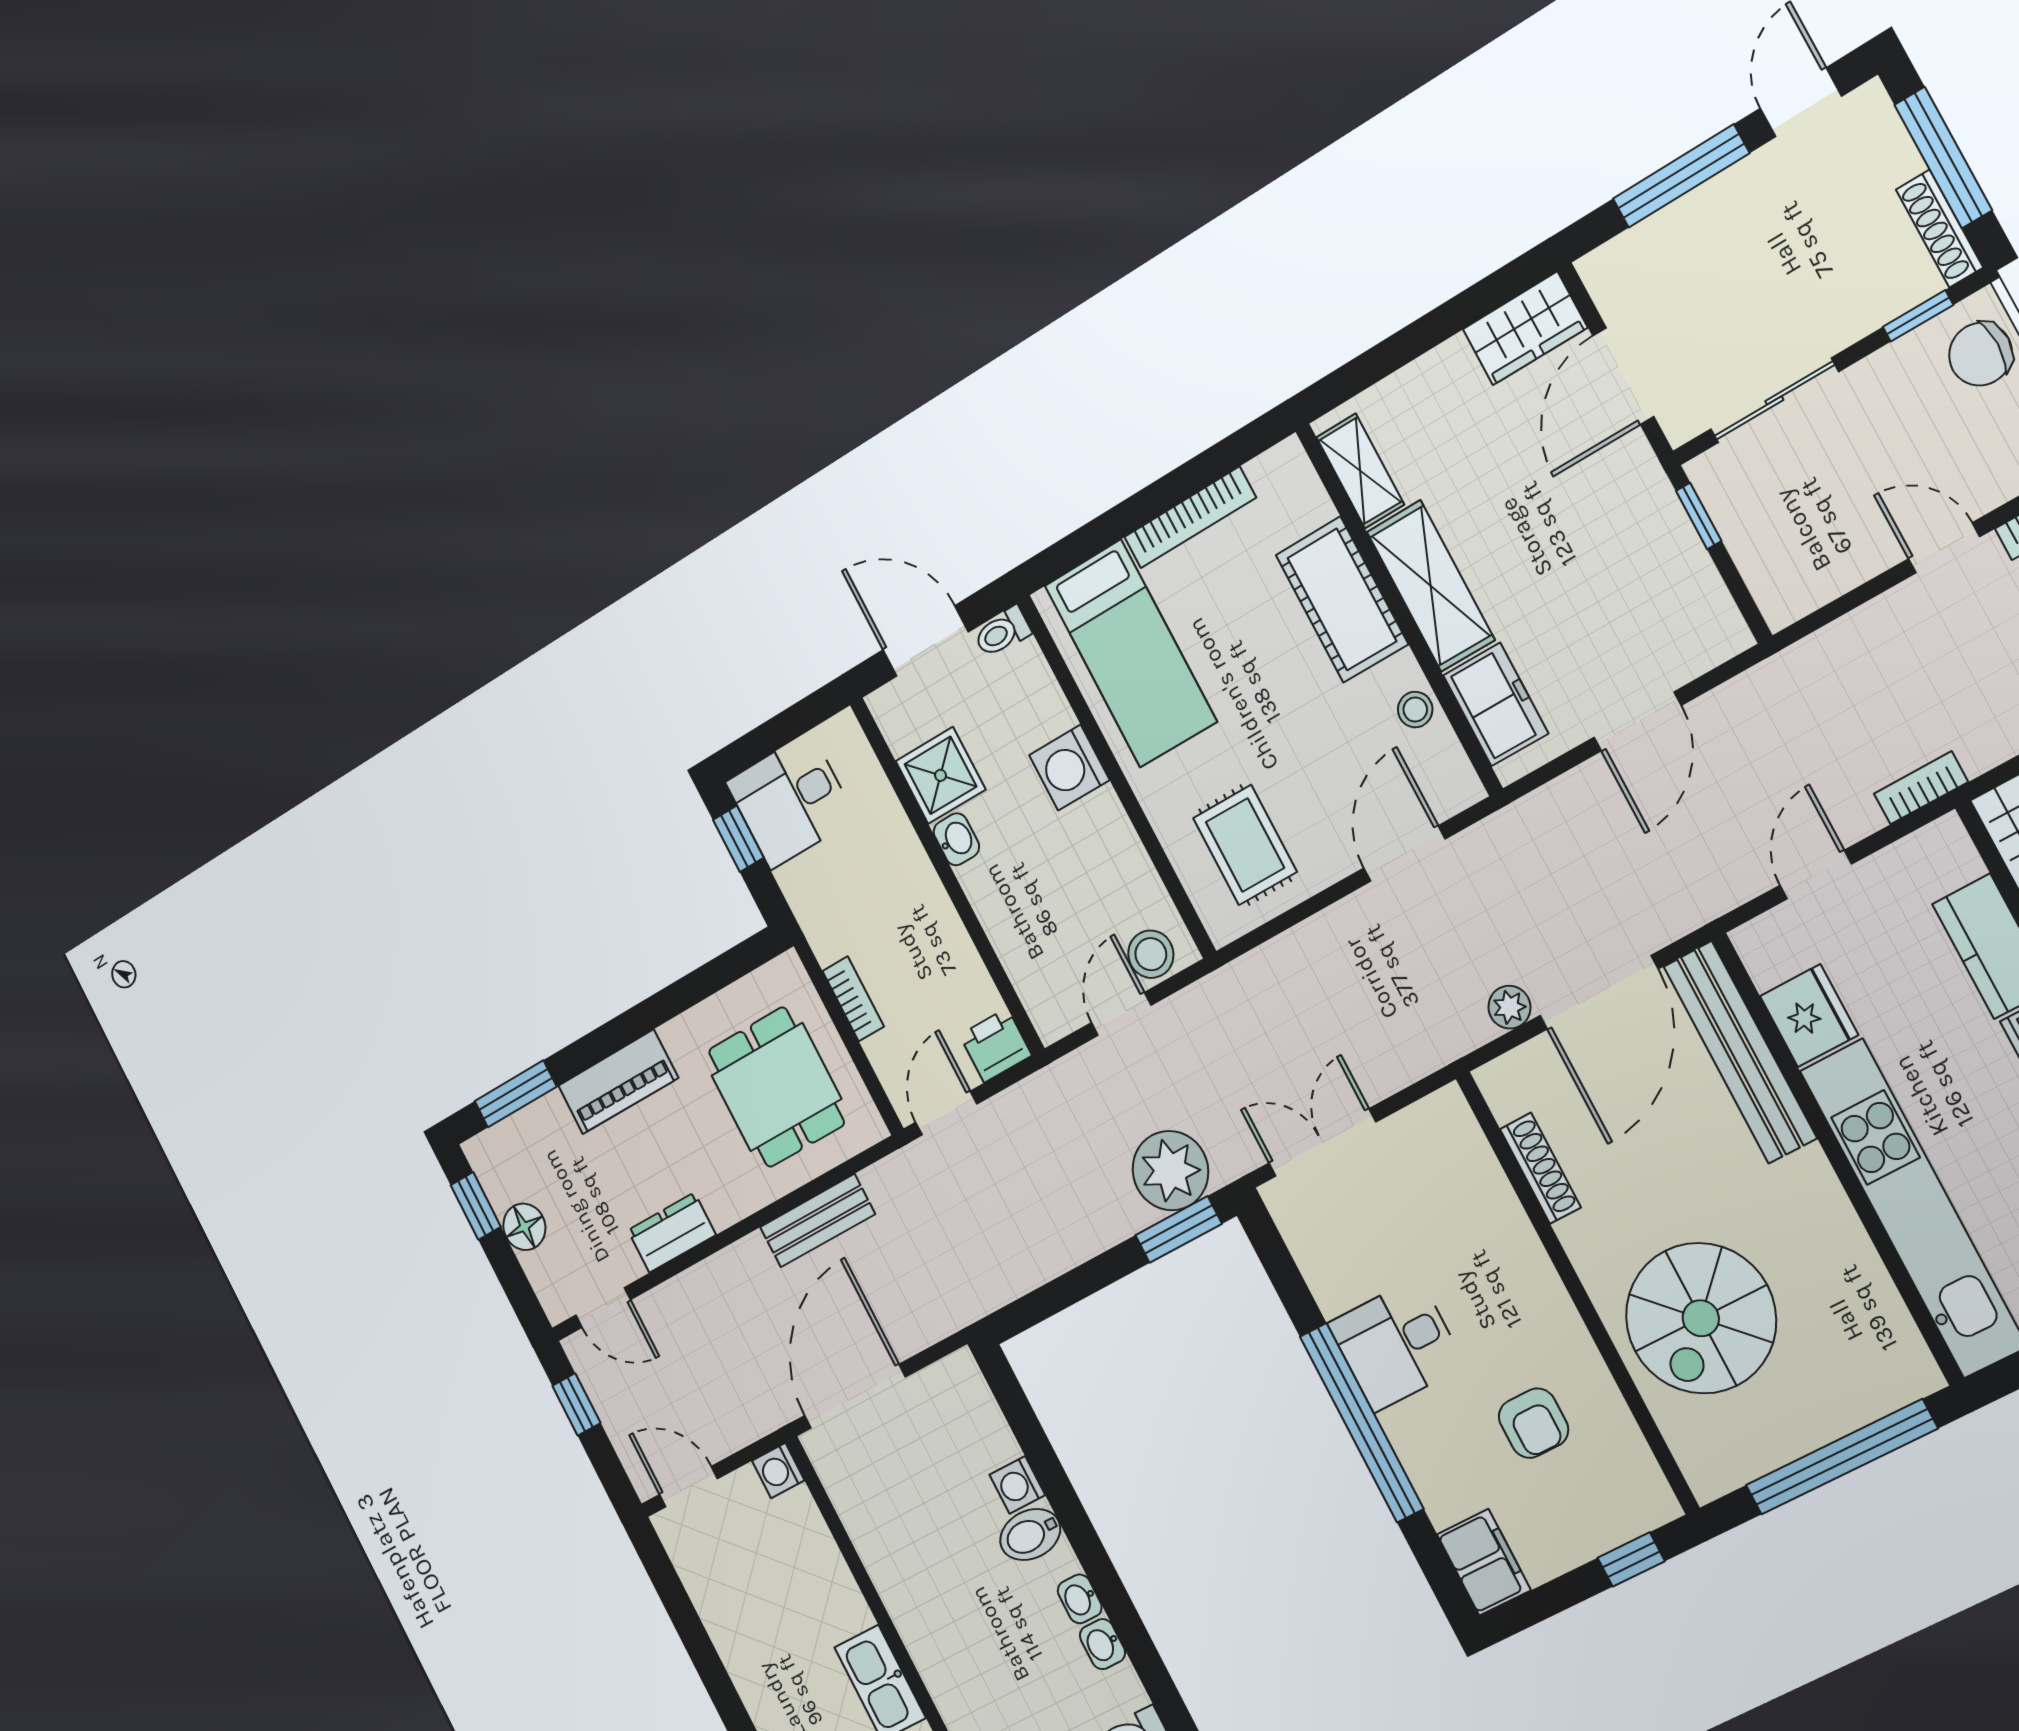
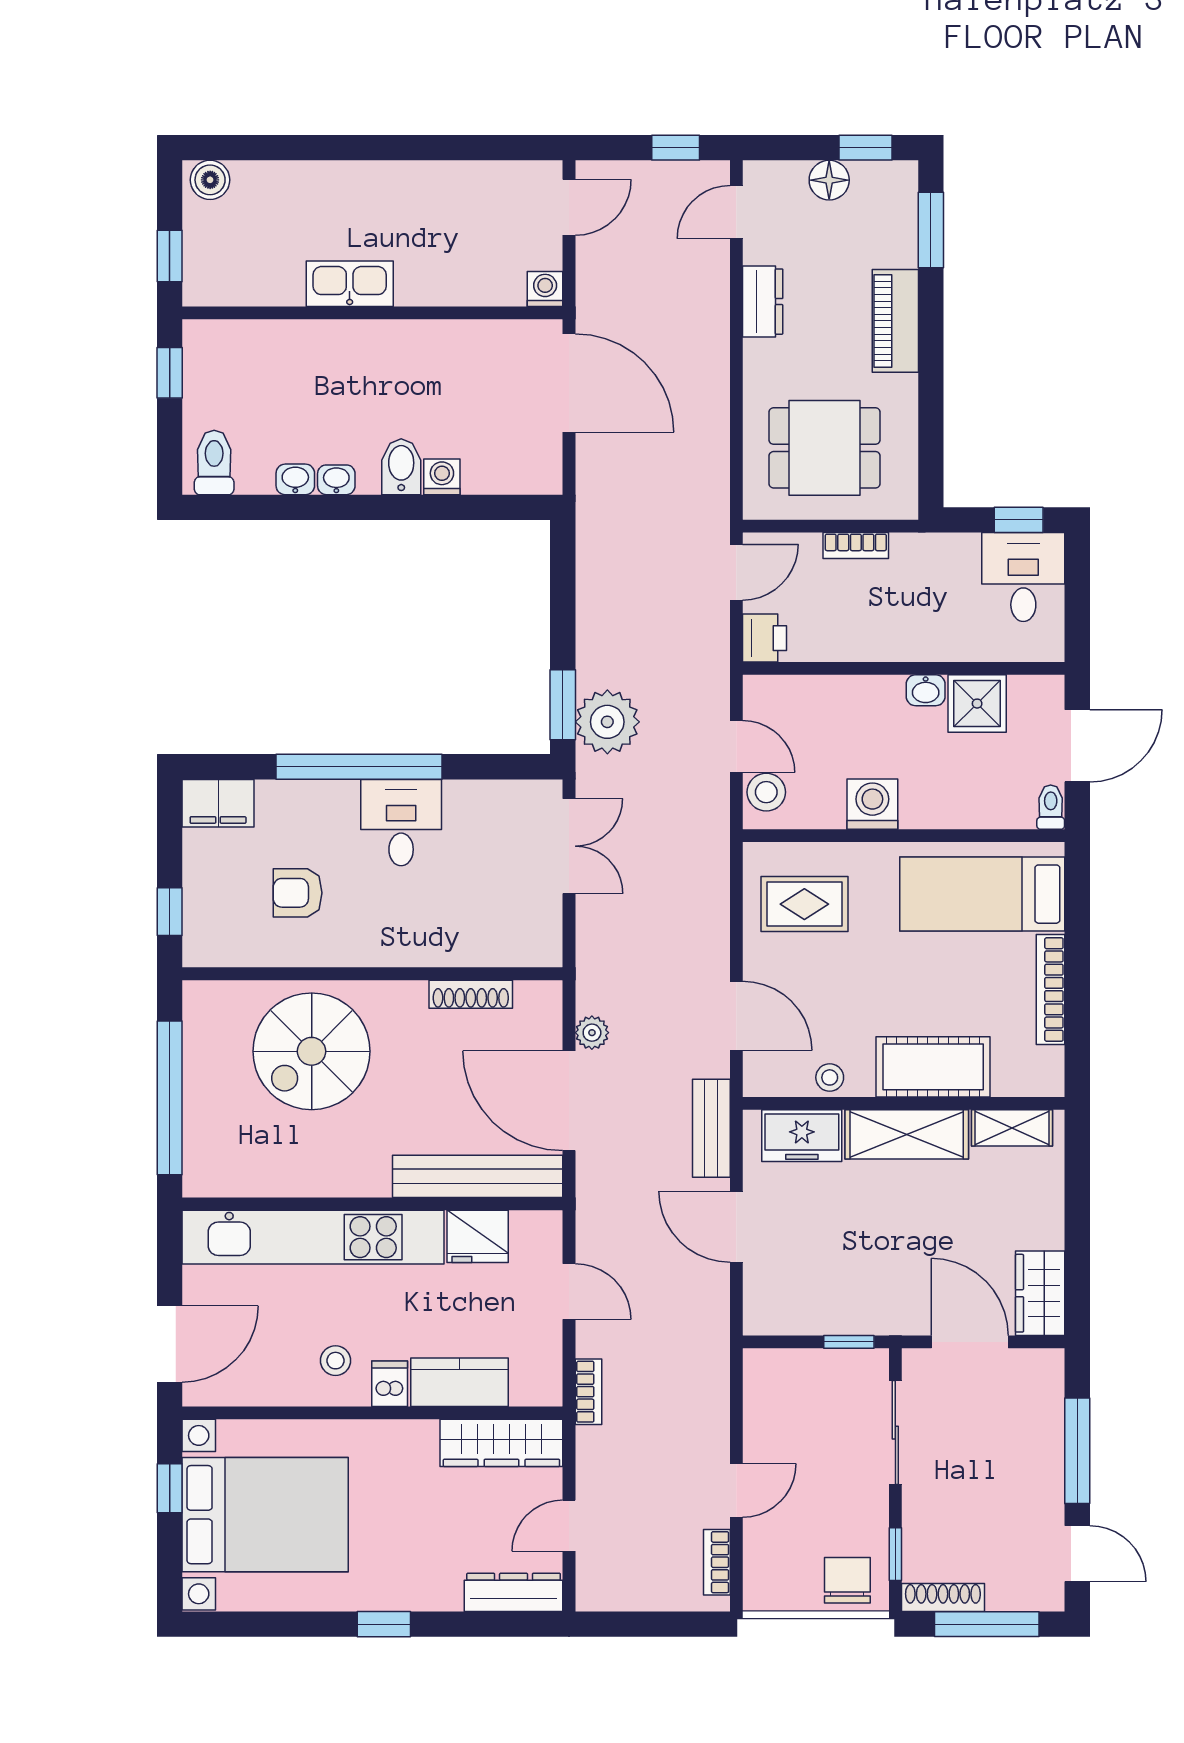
washing machine: (1069, 768) -> (872, 804), moved
door: (946, 1113) -> (736, 572), hinge flipped
bench: (817, 1221) -> (711, 1128), moved
spiral stairs: (1701, 1318) -> (312, 1051), turned -90

